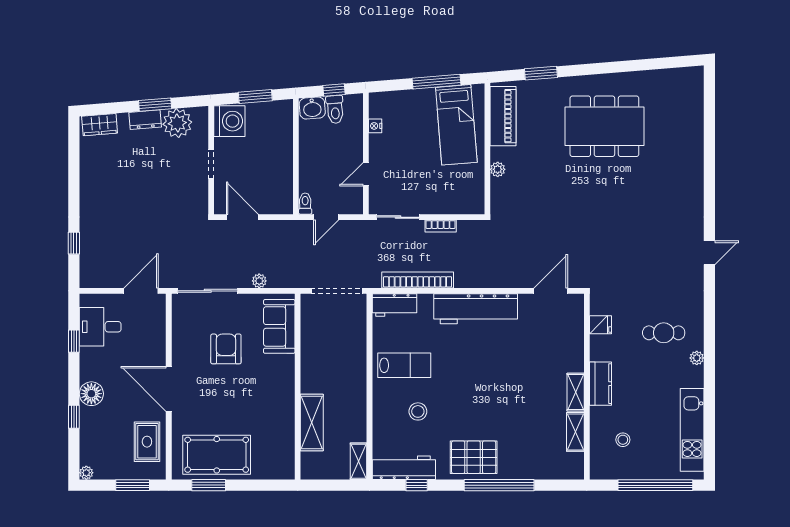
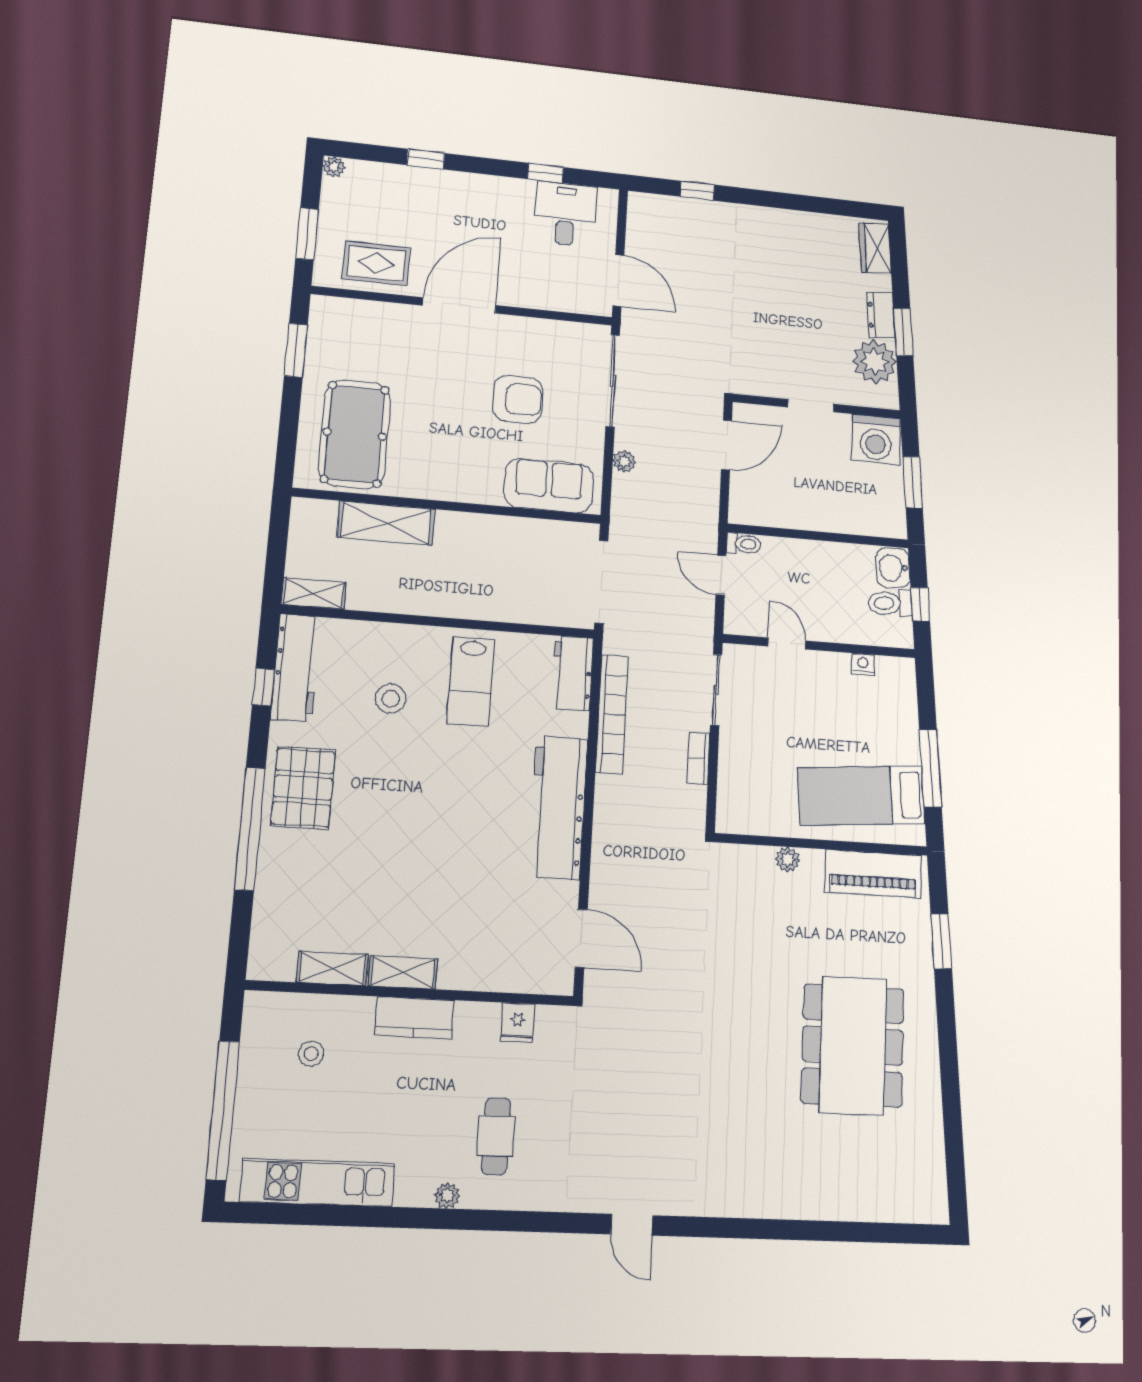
floor lamp: (91, 394) -> (460, 189), removed
pool table: (217, 455) -> (355, 434), moved

